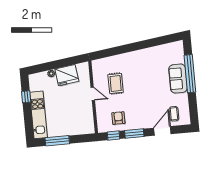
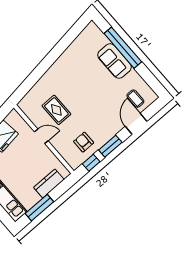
kitchen counter: (75, 129) -> (49, 183), added

